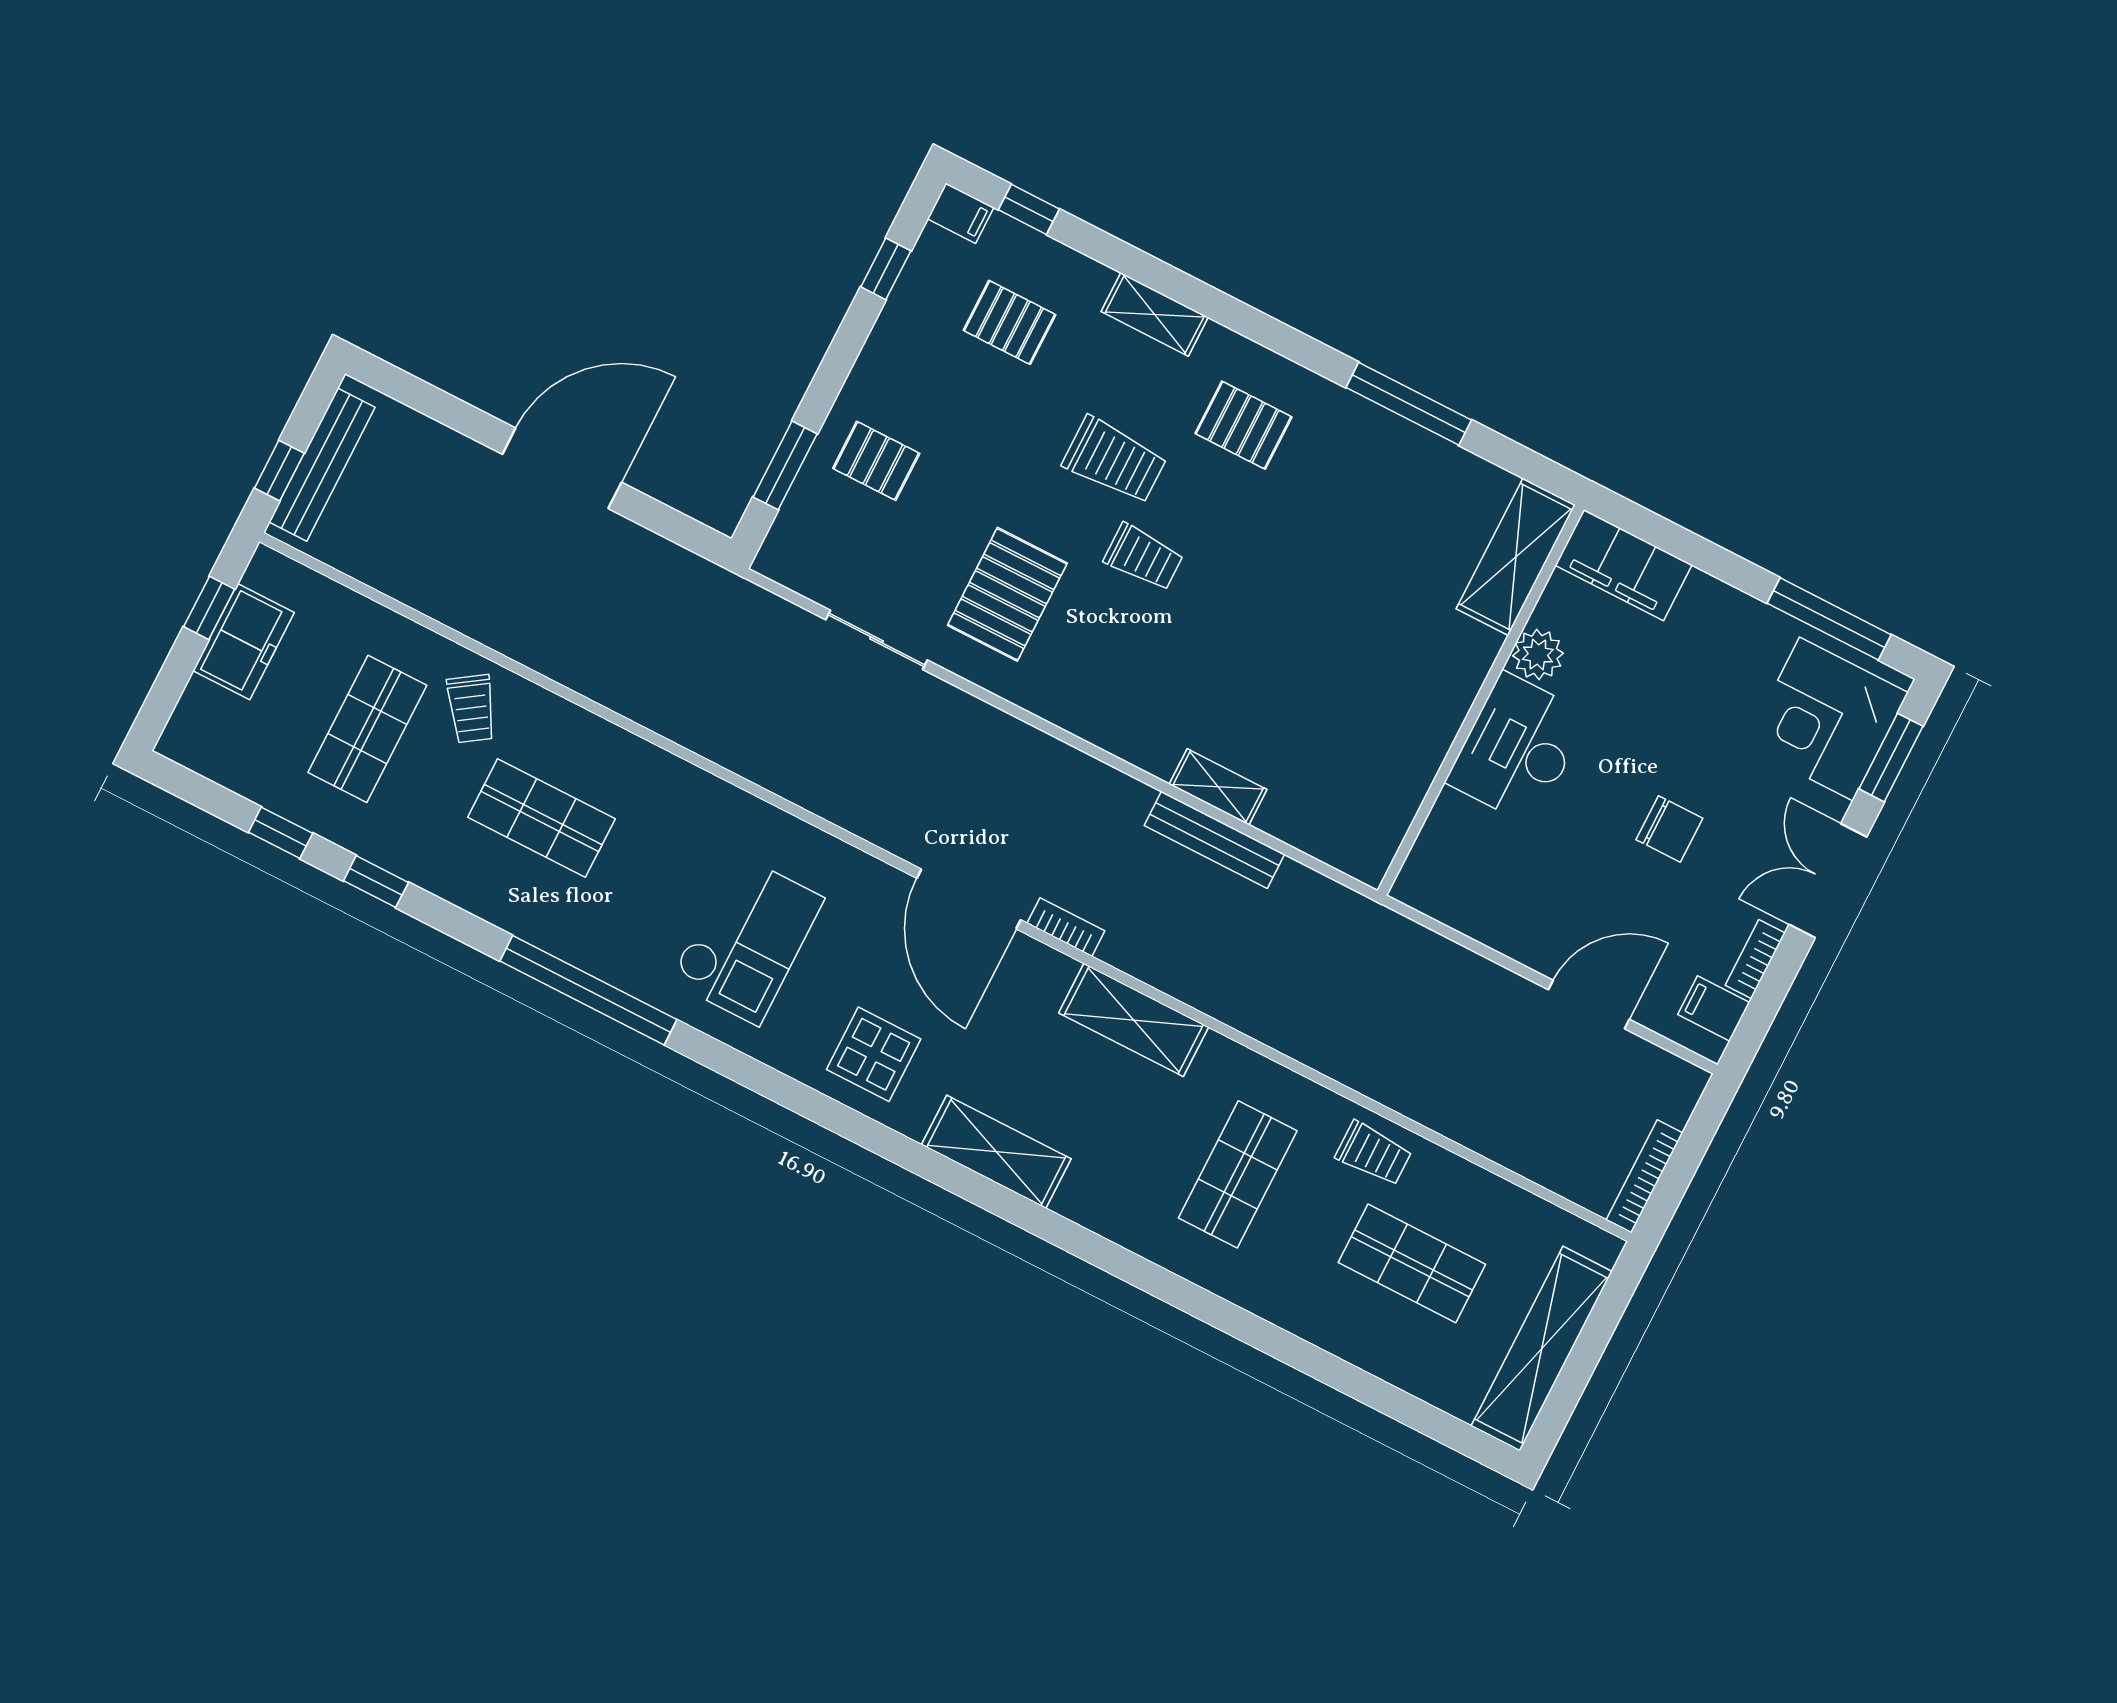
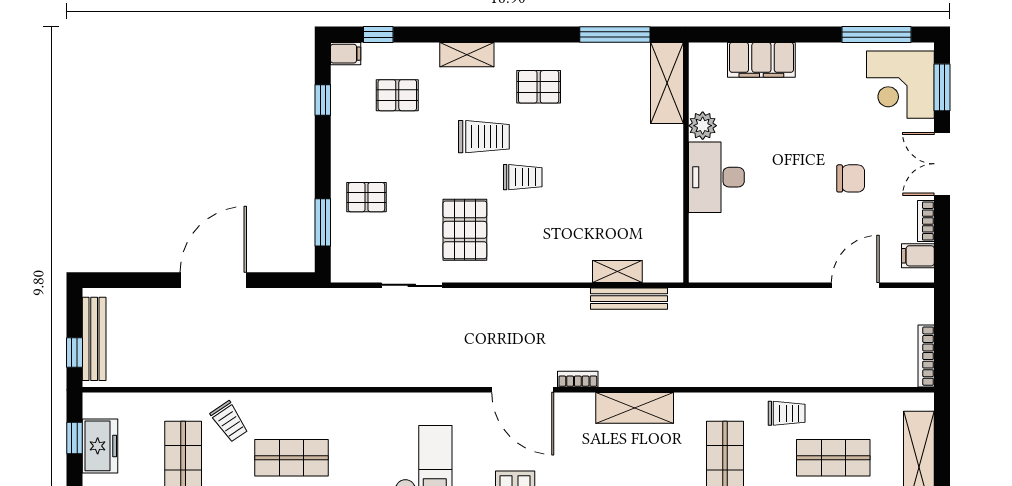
shelving: (1516, 557) -> (667, 83), moved
plant: (1538, 654) -> (703, 126), moved
wall: (1481, 700) -> (686, 163), moved
desk: (1518, 749) -> (716, 177), moved

